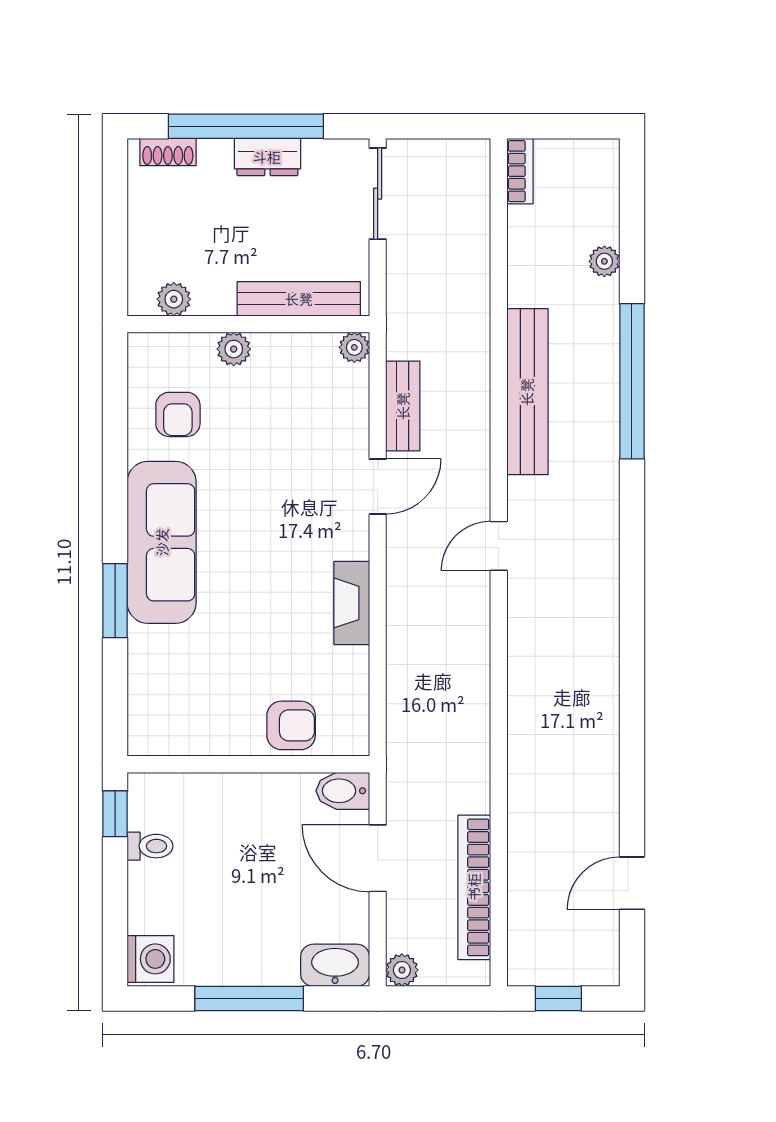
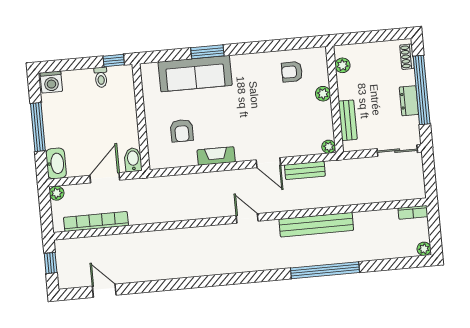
plant: (604, 261) -> (424, 249), moved
bench: (299, 299) -> (348, 120), width x0.73
sofa: (162, 542) -> (195, 74), moved
armchair: (291, 725) -> (182, 131), moved

